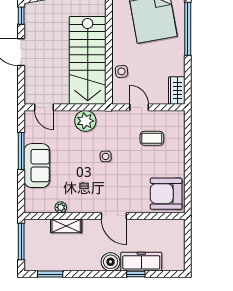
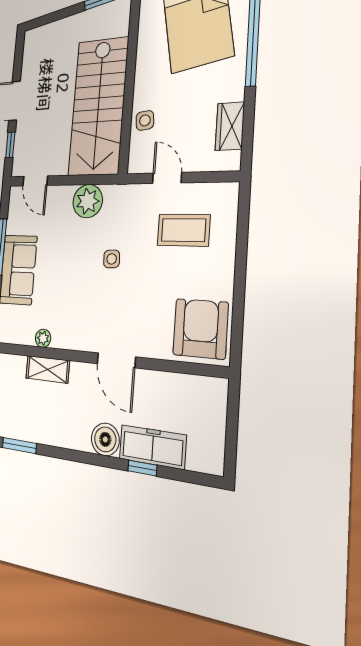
window: (21, 16) -> (10, 145), moved
wardrobe: (177, 90) -> (230, 126), moved
coffee table: (152, 138) -> (183, 230), width x1.36, depth x1.30
armchair: (166, 194) -> (200, 329), turned 90

